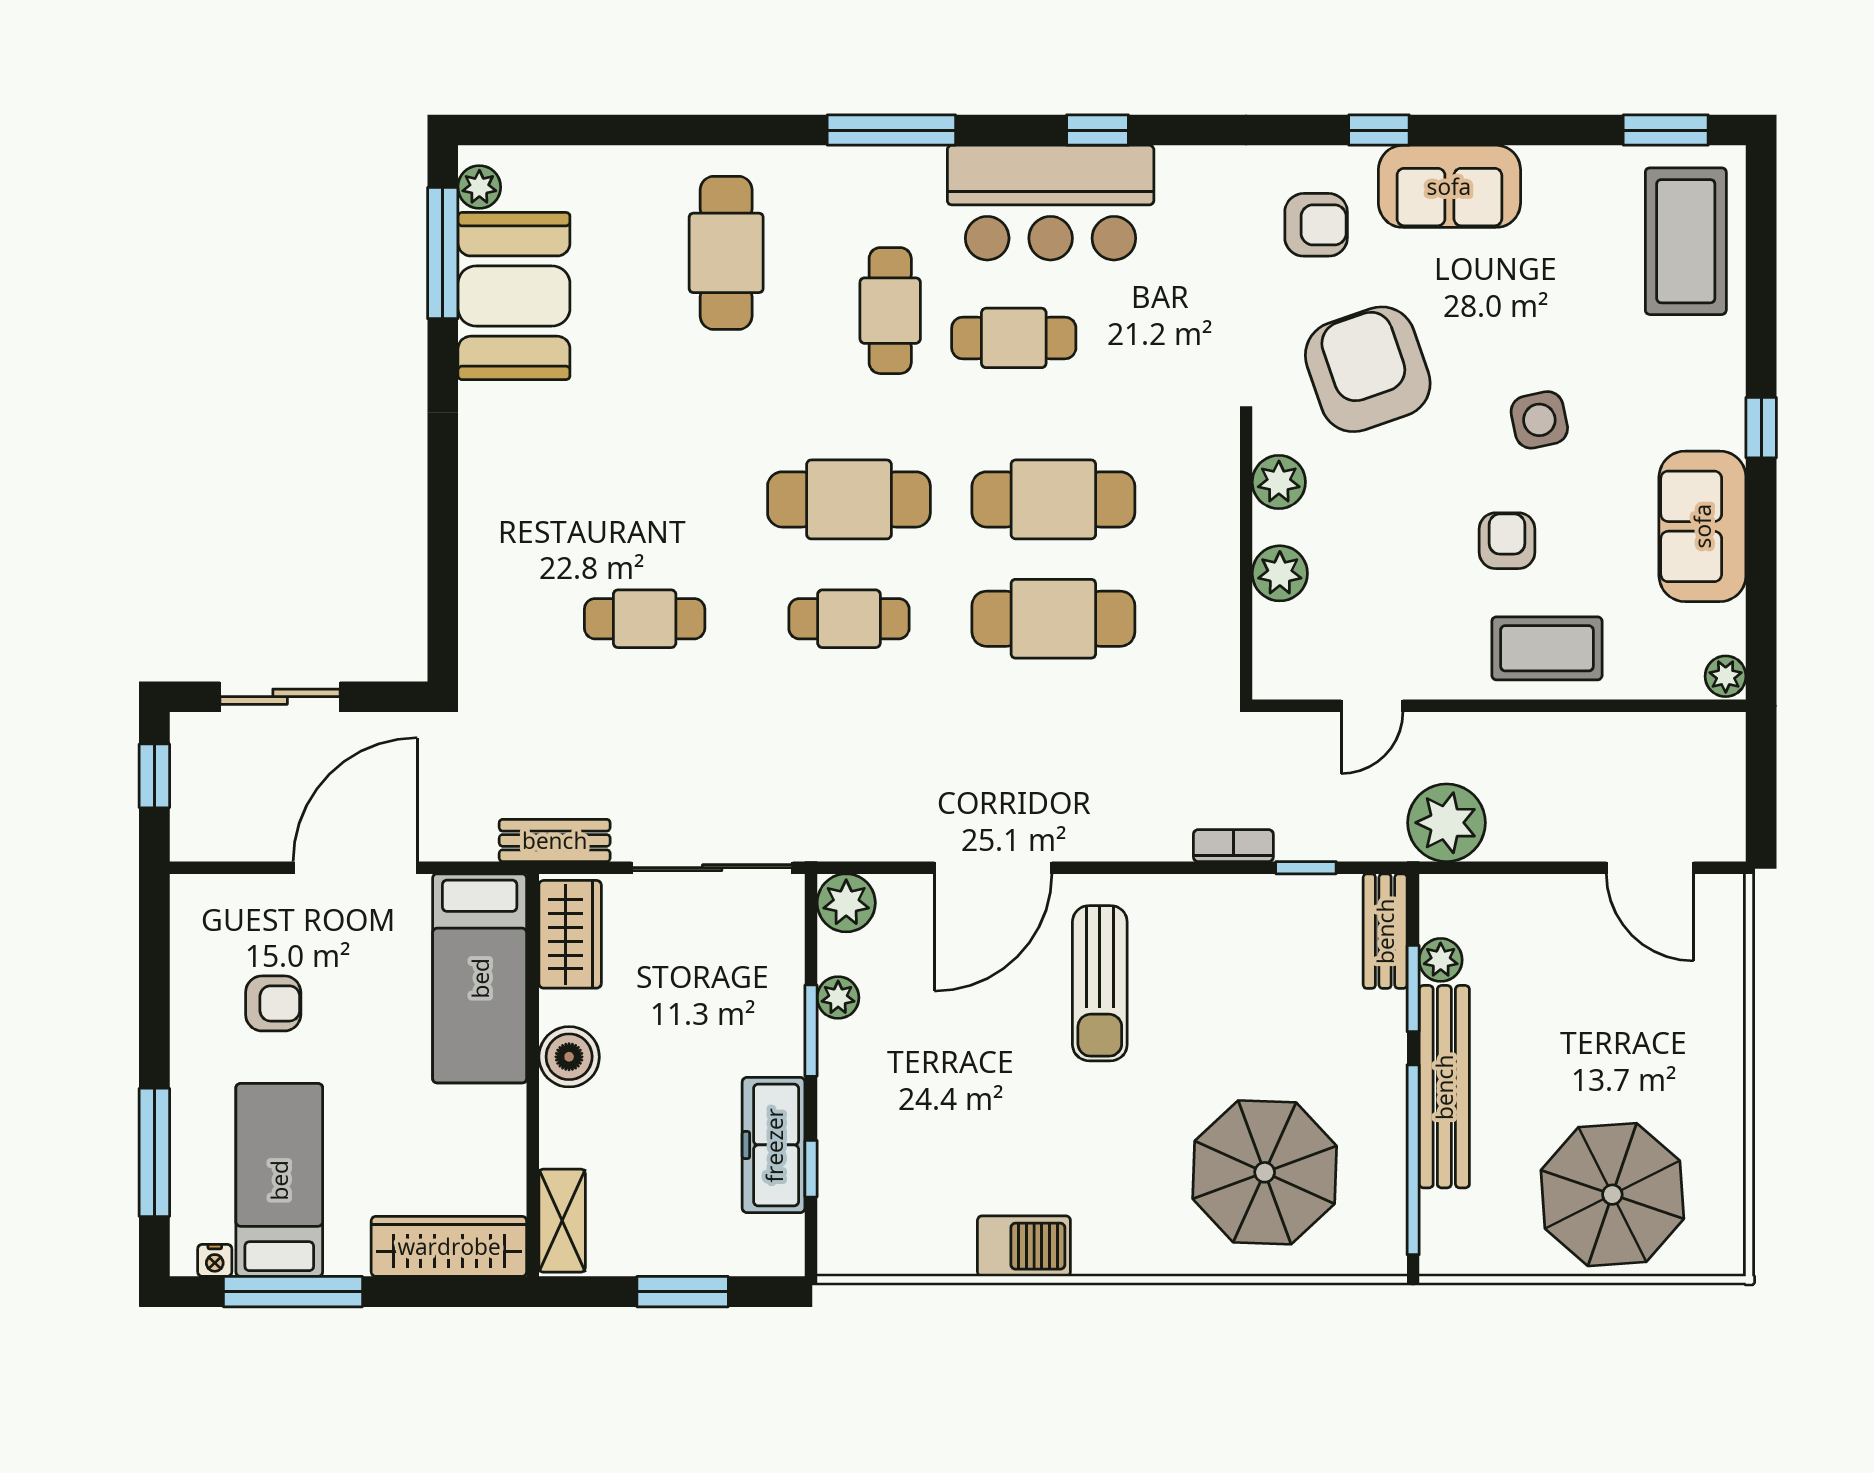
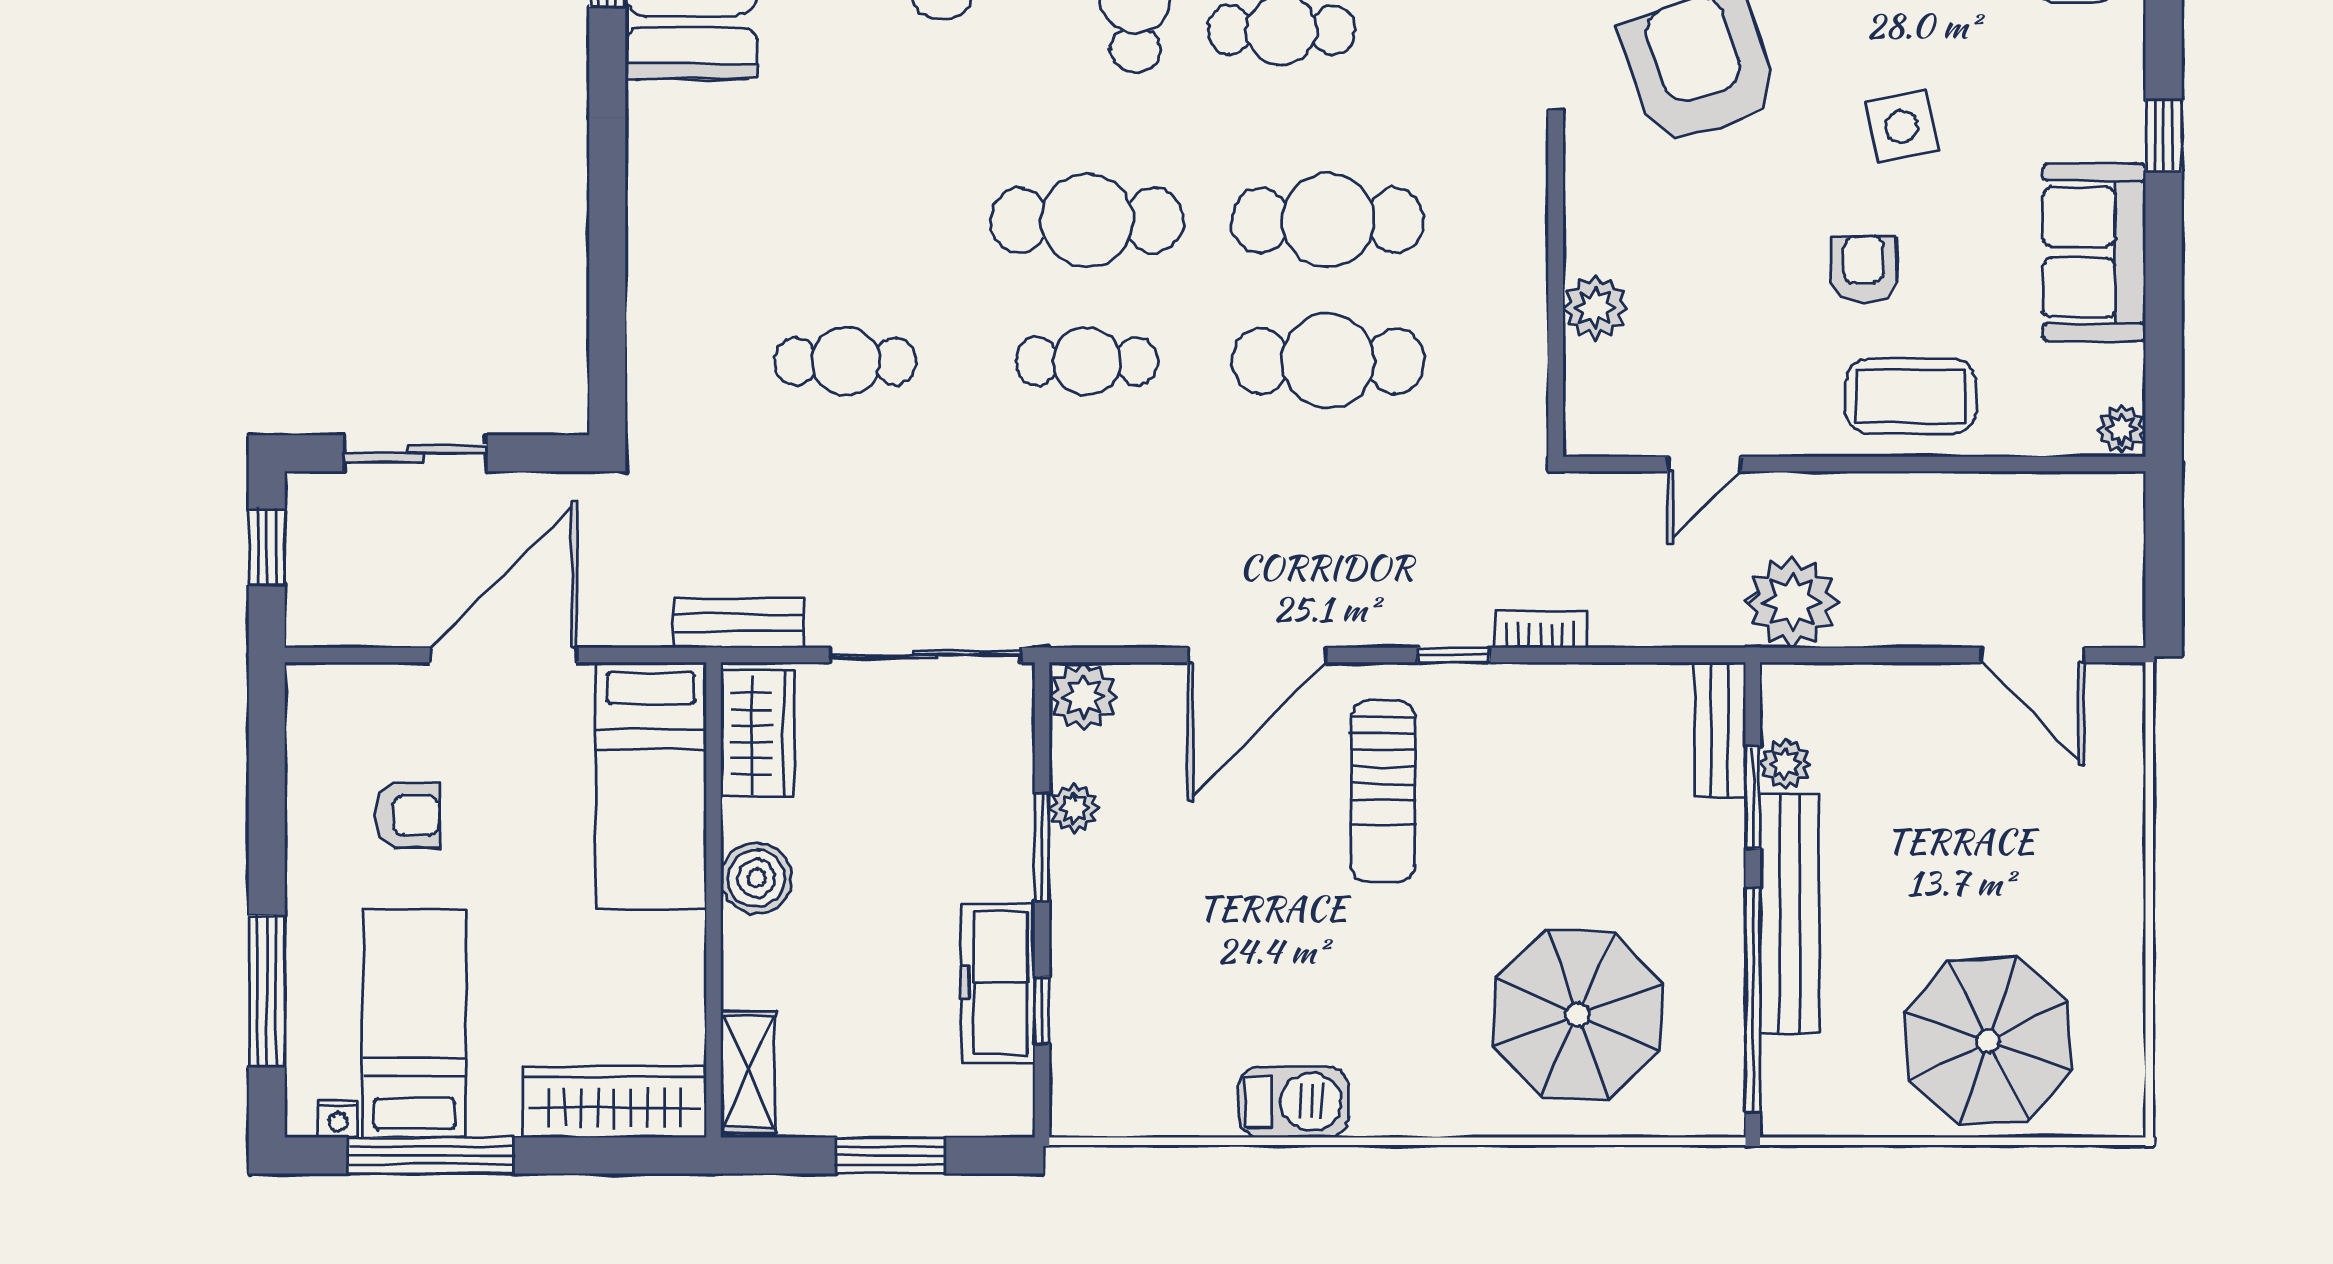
plant: (1279, 482) -> (1594, 200), removed
window: (1306, 868) -> (1454, 655), moved

